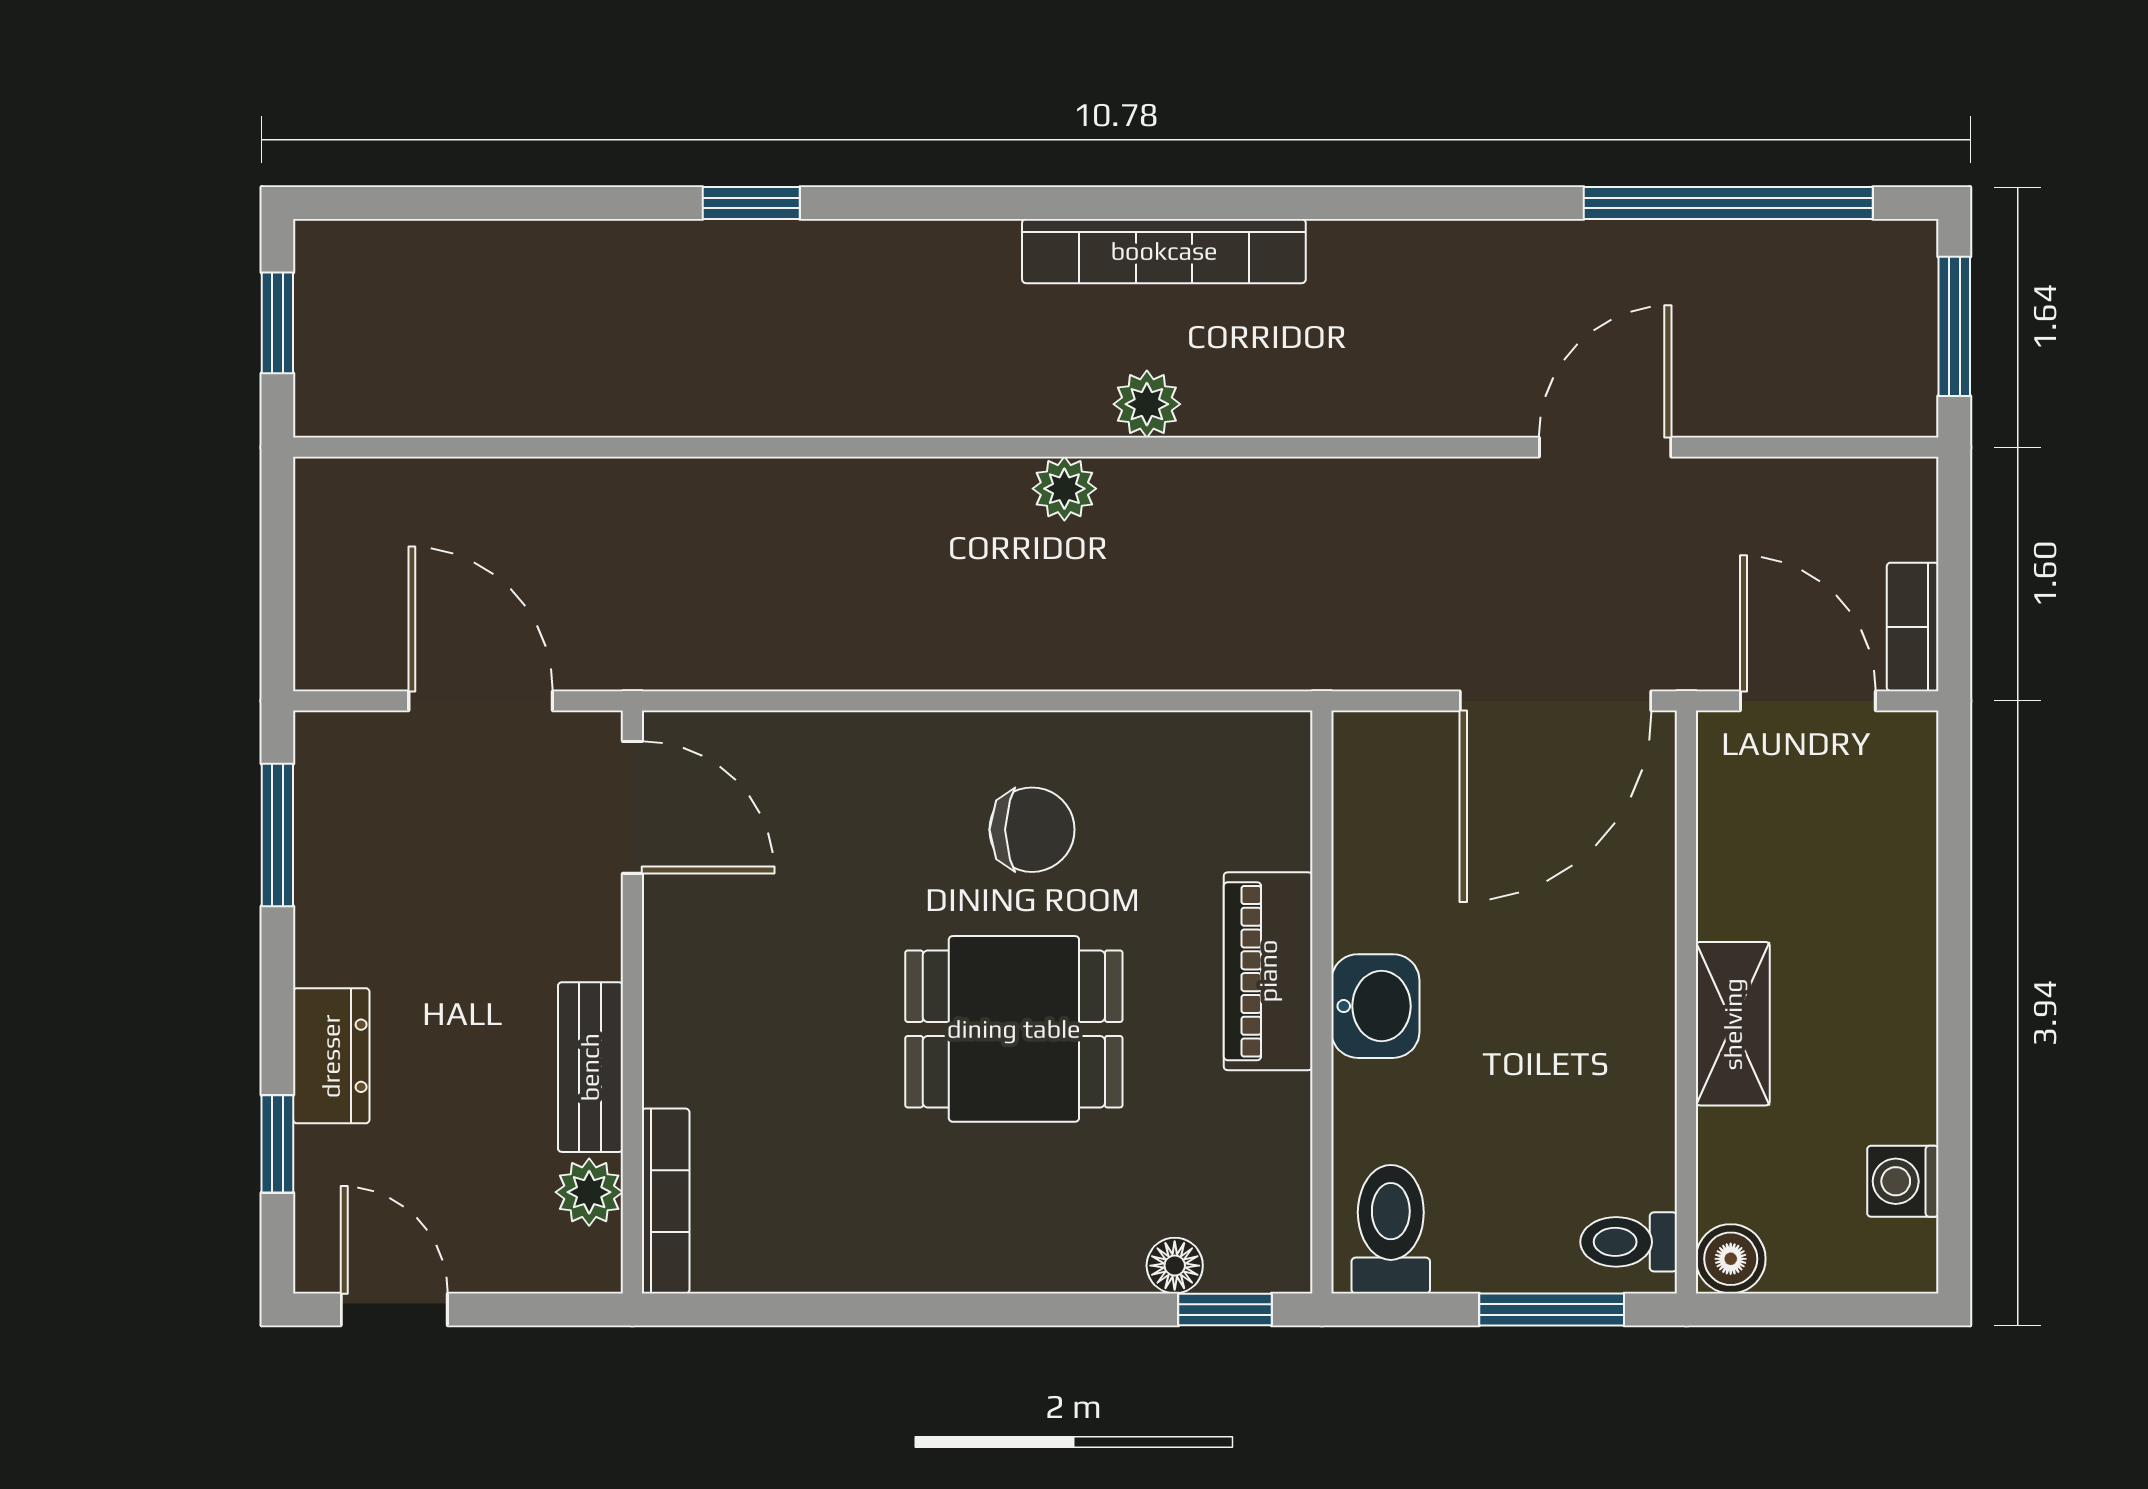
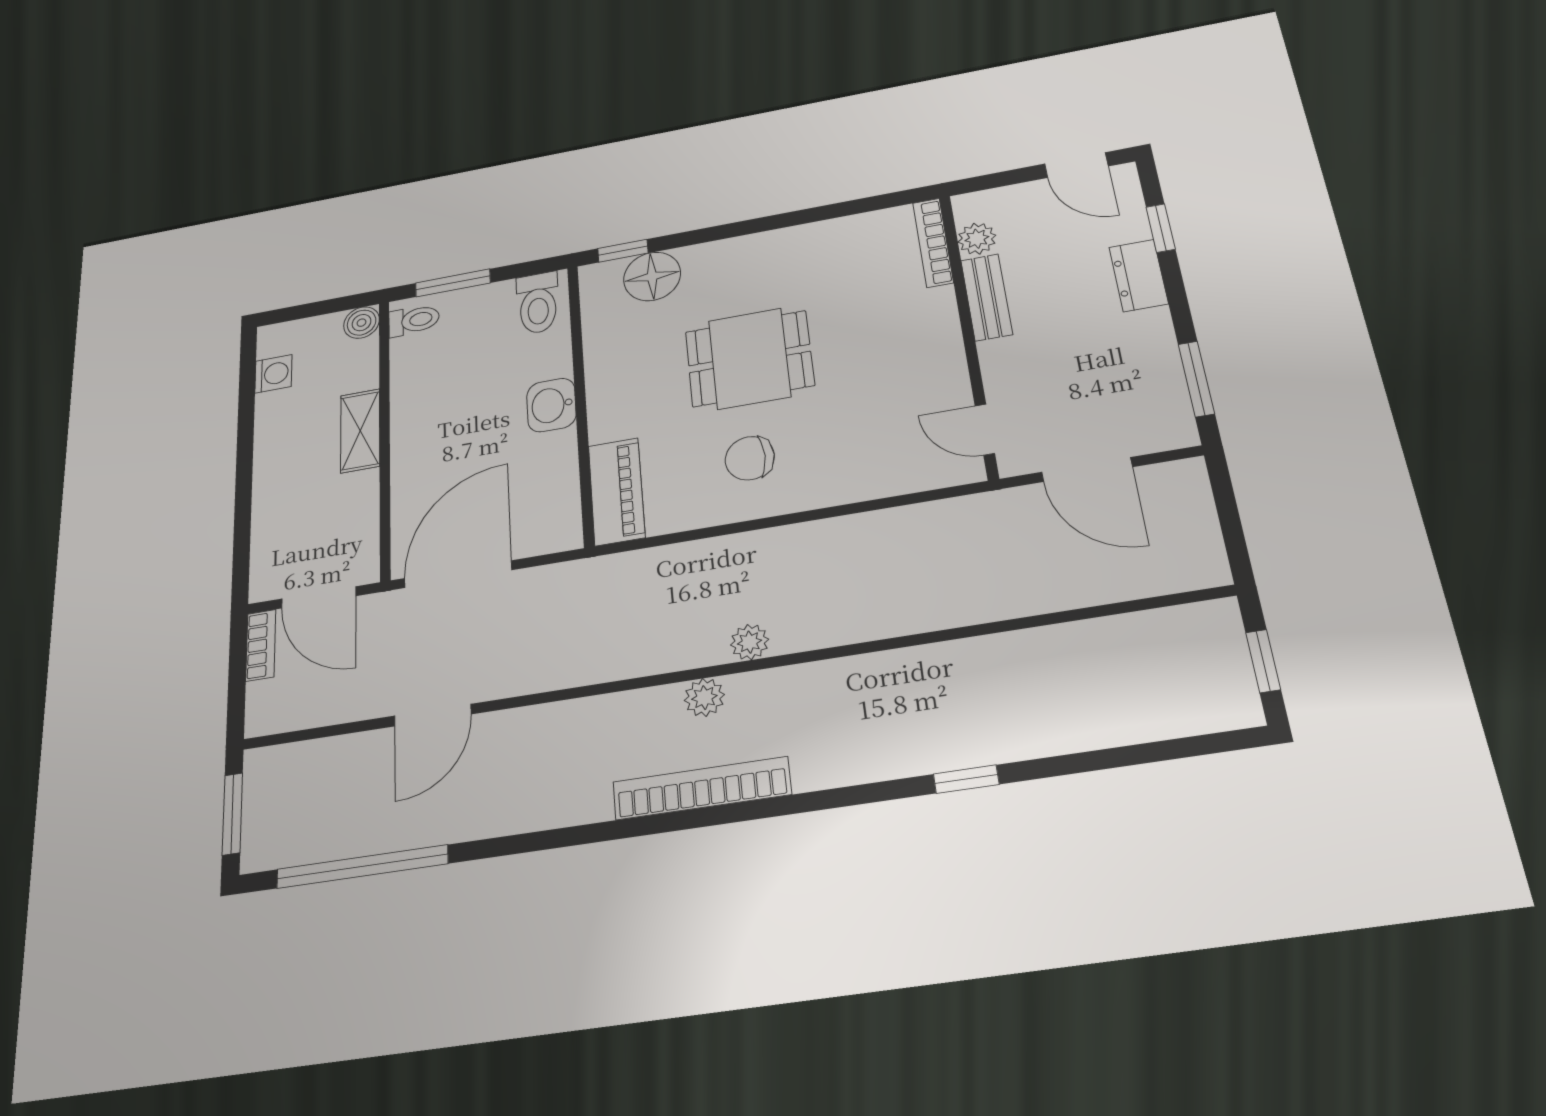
door: (632, 807) -> (985, 430), width x0.73
piano: (1268, 971) -> (617, 491), moved
floor lamp: (1175, 1266) -> (652, 276), width x1.89, depth x1.89

